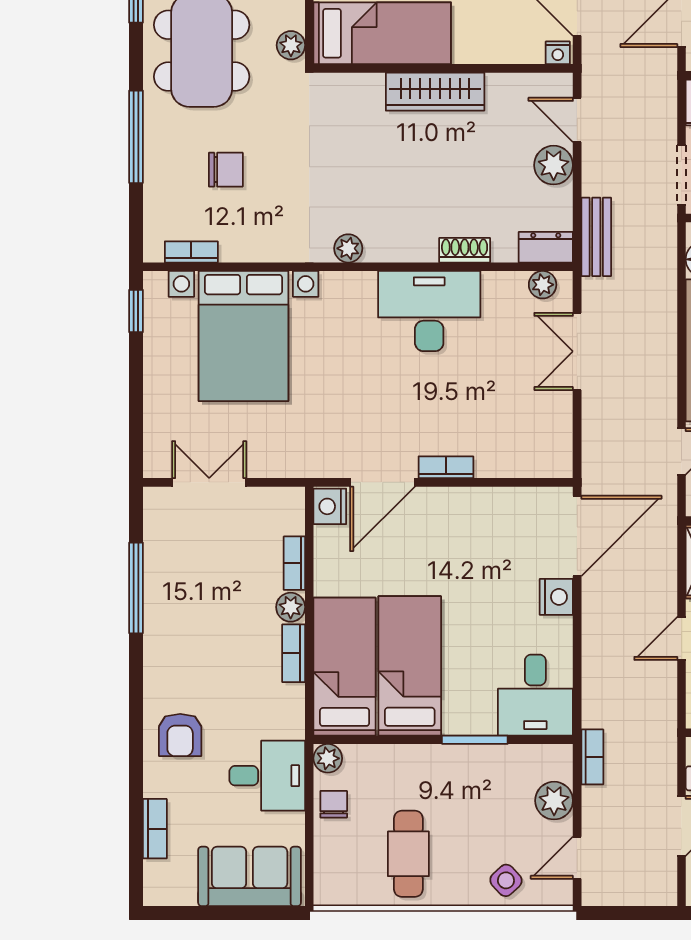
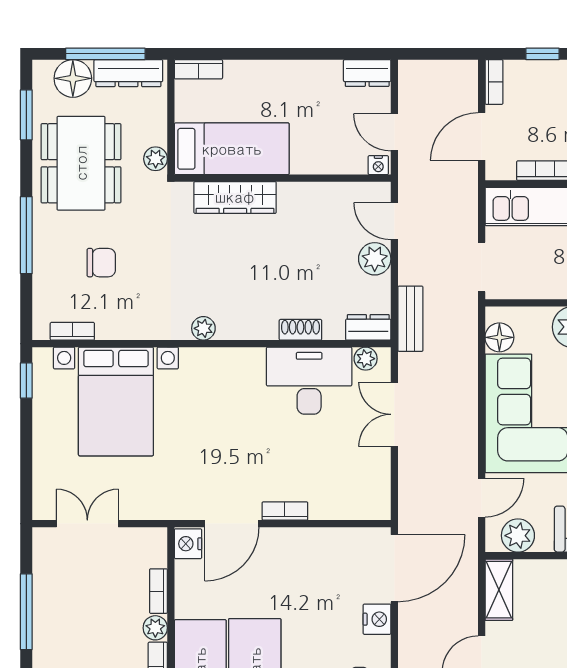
wardrobe: (435, 92) -> (235, 197), moved
desk: (429, 311) -> (309, 381), moved

